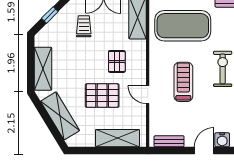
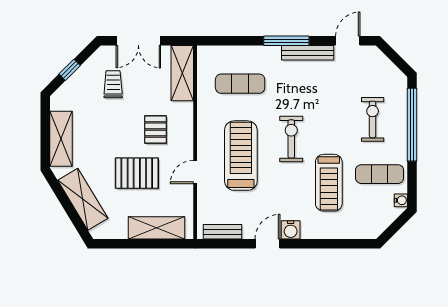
exercise mat: (183, 26) -> (240, 84), width x0.50, depth x0.69
treadmill: (183, 82) -> (241, 156), width x1.37, depth x1.38
door: (148, 95) -> (195, 172), hinge flipped

